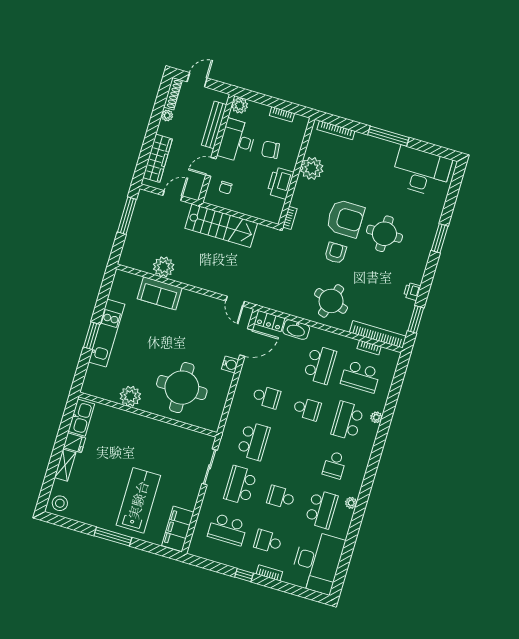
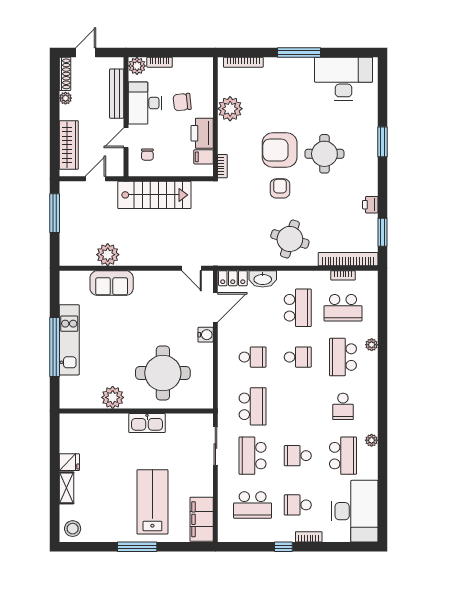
bookcase: (282, 114) -> (160, 62), moved
filing cabinet: (275, 205) -> (203, 157), added
armchair: (345, 218) -> (280, 150), turned 180
window: (92, 336) -> (55, 347), width x2.11
kitchen sink: (81, 418) -> (147, 423), moved, turned 90

